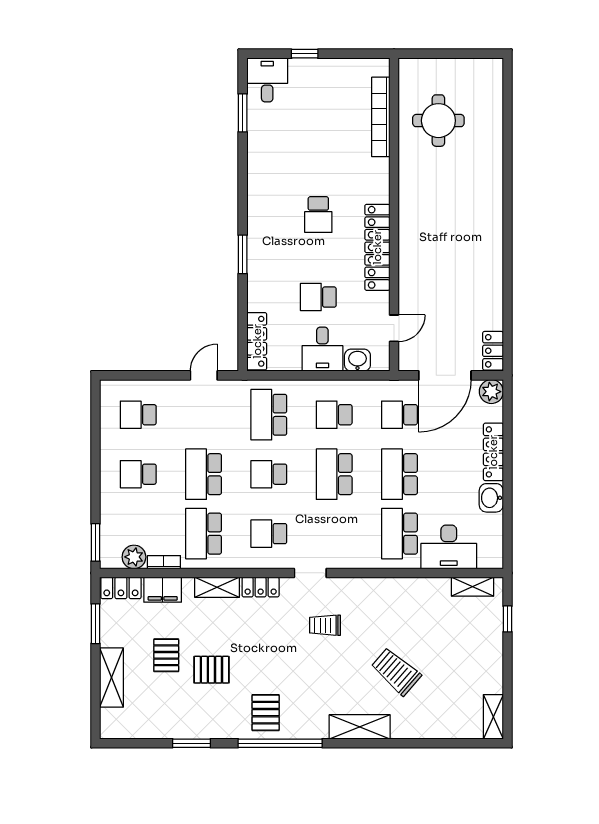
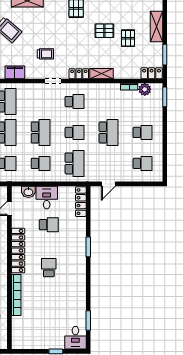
bookcase: (381, 117) -> (16, 295), moved
school desk: (204, 534) -> (109, 102), removed
filing cabinet: (163, 590) -> (15, 72), moved

